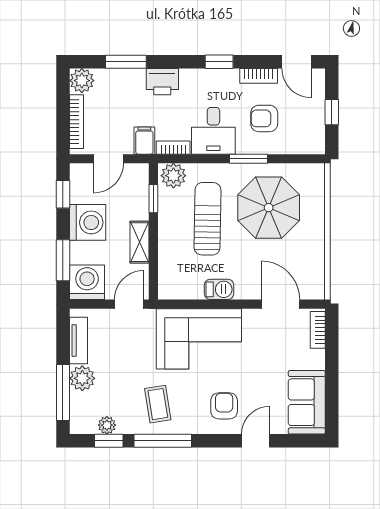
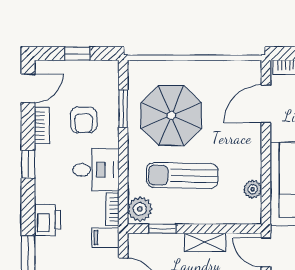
window: (248, 159) -> (123, 109), moved
barbecue: (219, 289) -> (251, 164), removed
plant: (194, 291) -> (253, 189), added

